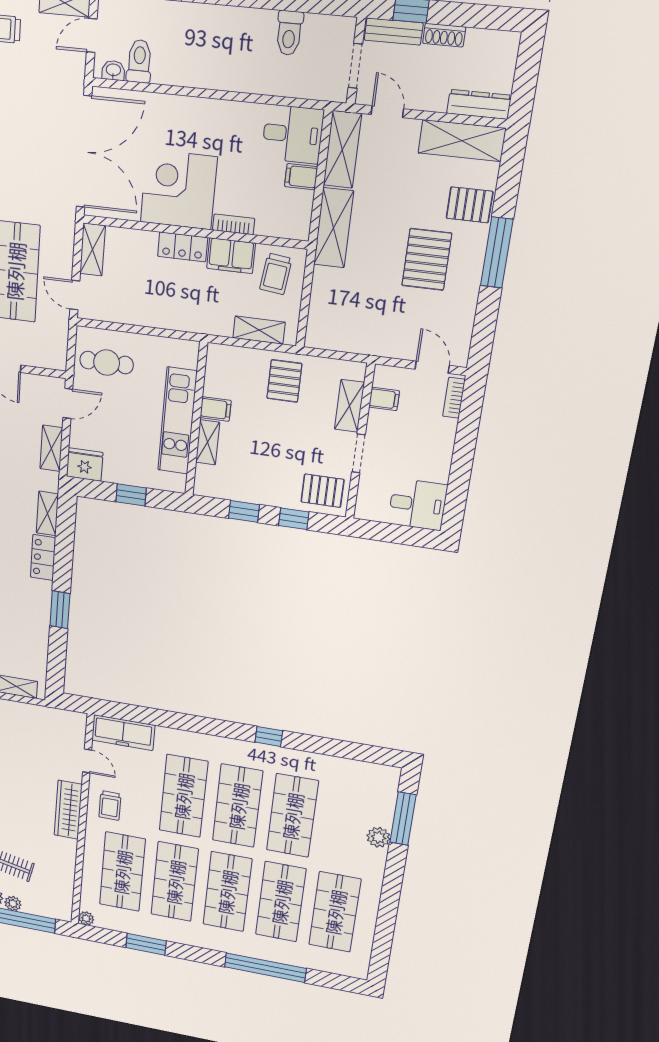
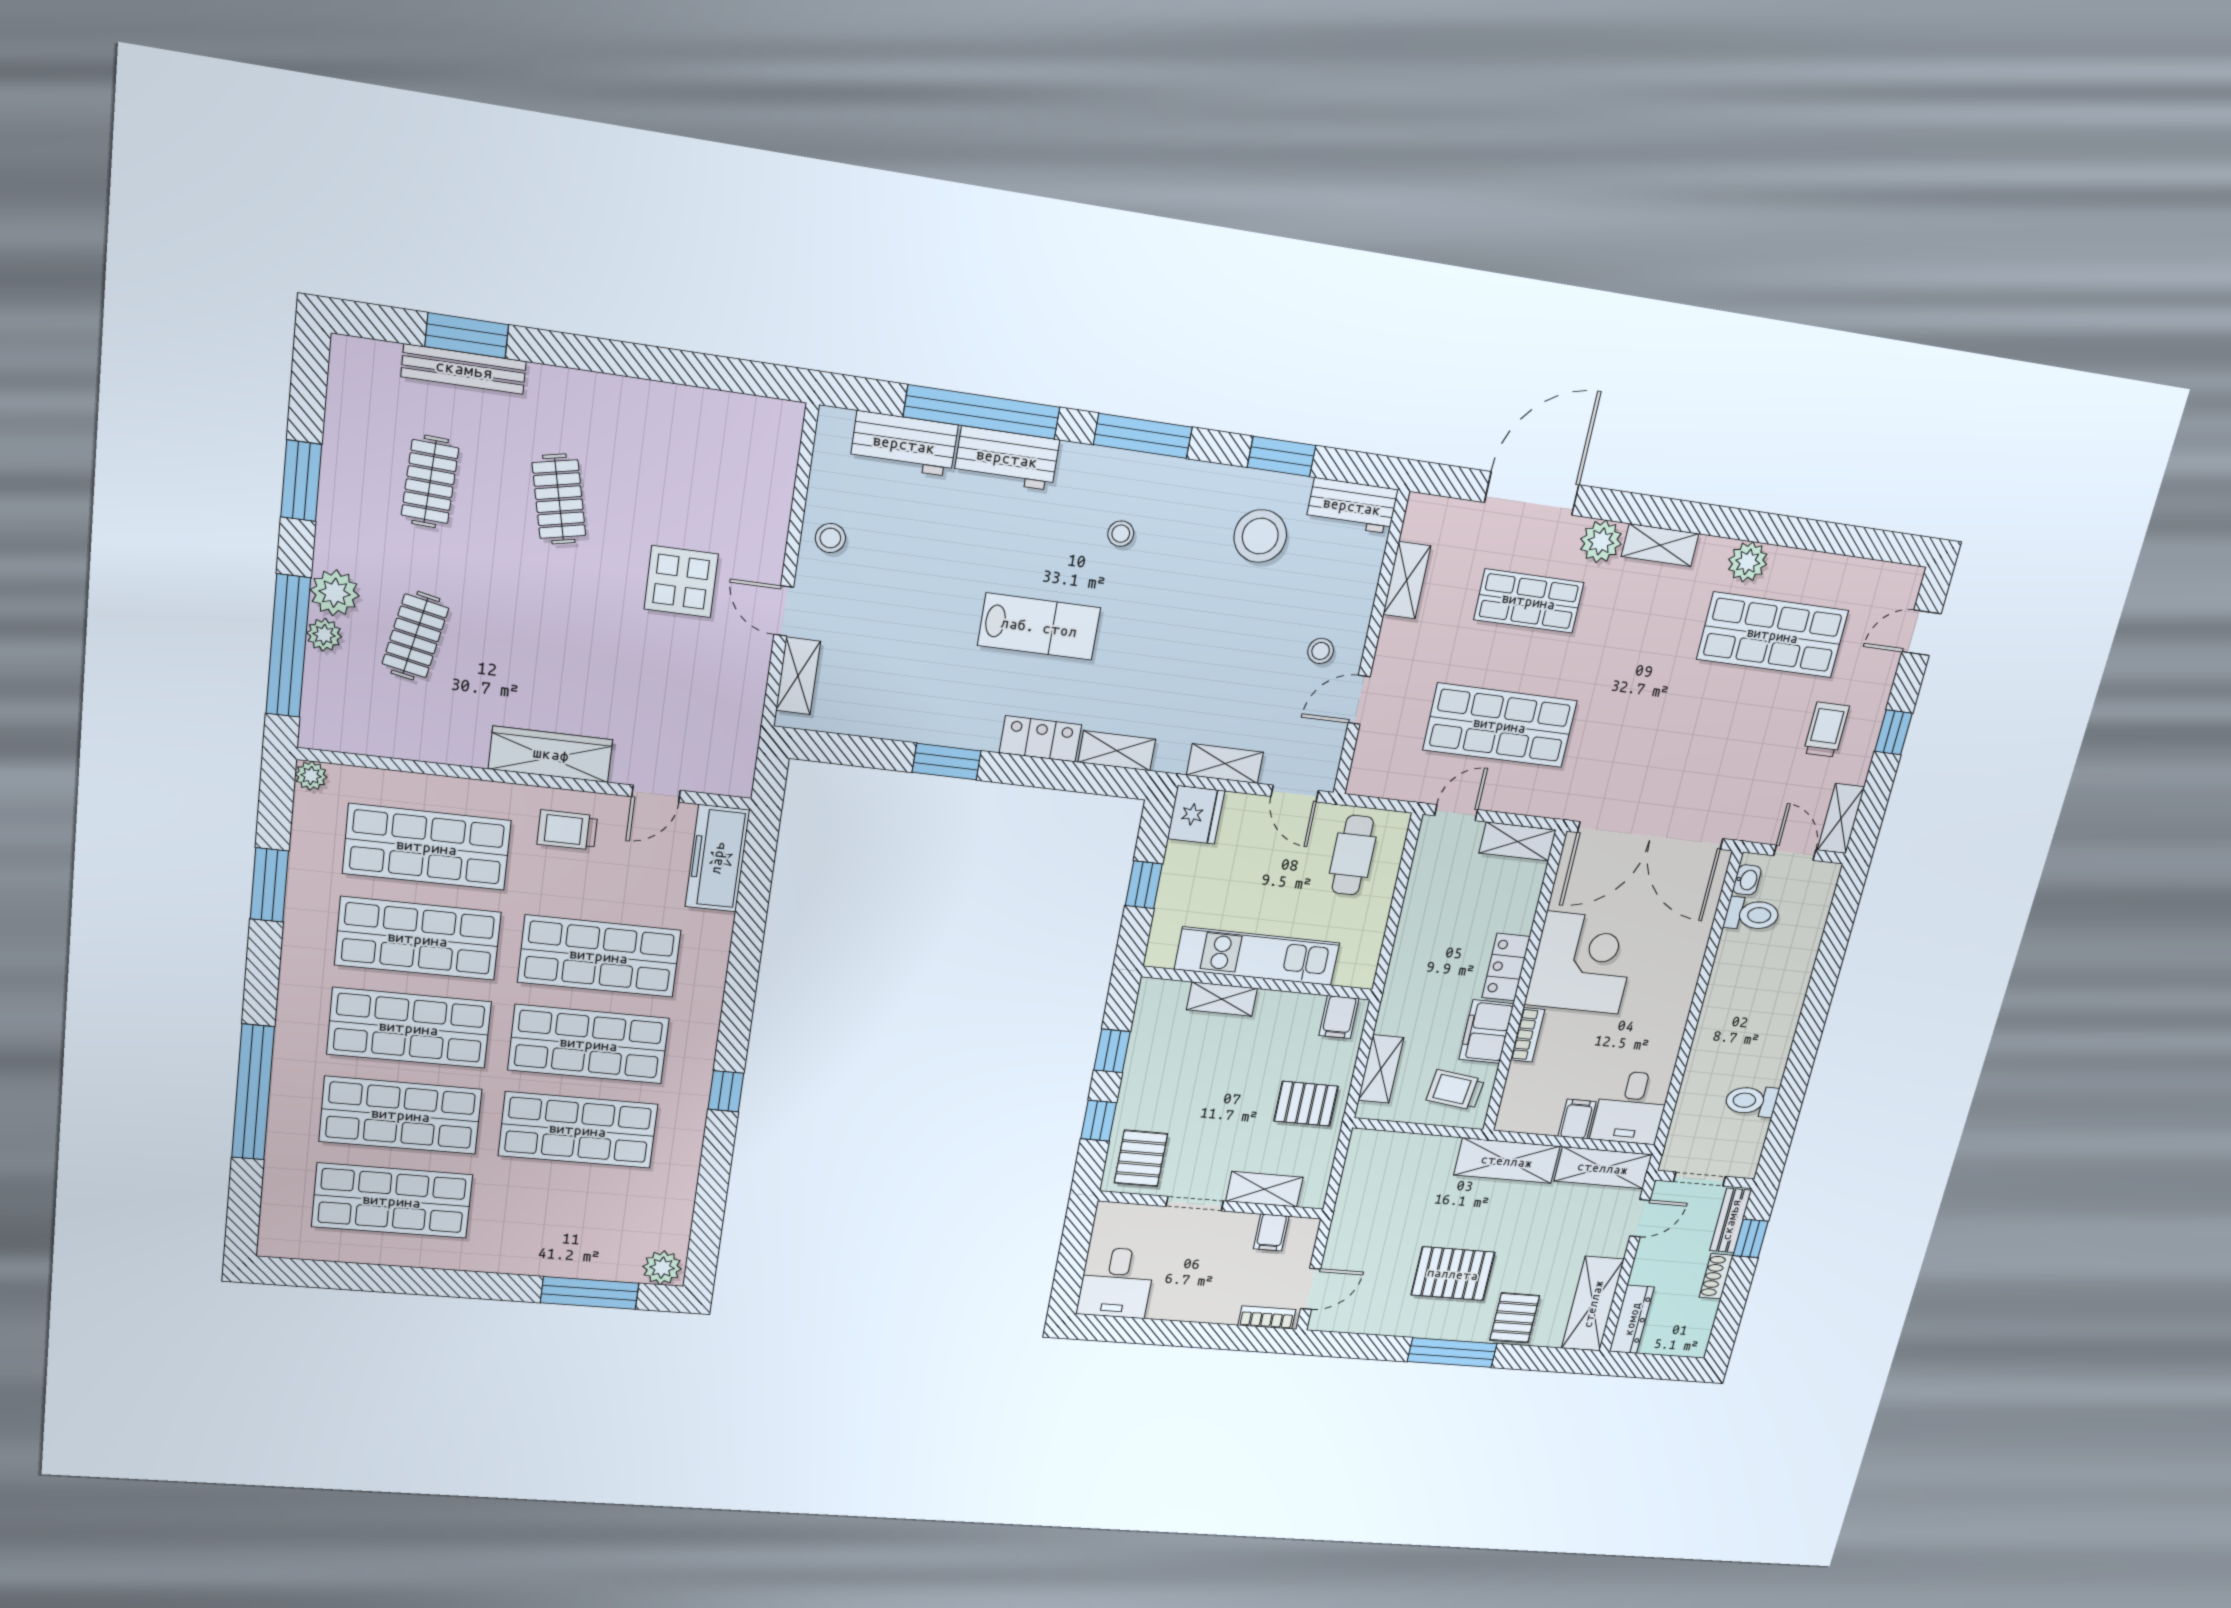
filing cabinet: (216, 409) -> (1339, 1017), moved
plant: (378, 837) -> (662, 1268), moved

